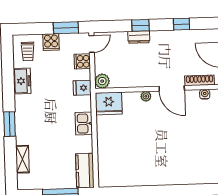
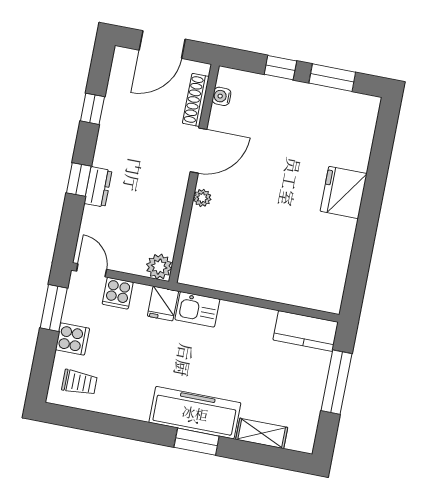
freezer: (22, 81) -> (195, 413), moved, width x1.91, depth x1.26
fridge: (109, 103) -> (344, 192), moved, turned 180
kitchen sink: (84, 124) -> (197, 309), moved

